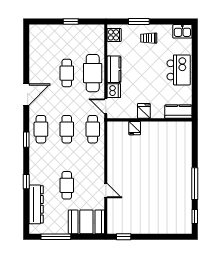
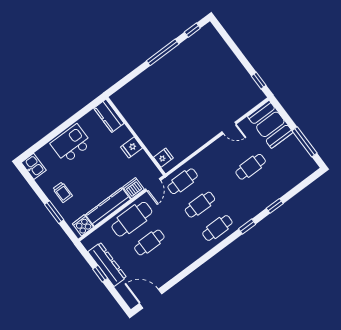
kitchen counter: (114, 69) -> (108, 207), width x1.50
door: (26, 95) -> (151, 299), moved
fridge: (135, 128) -> (163, 158), moved
window: (26, 140) -> (247, 226), moved
door: (106, 191) -> (229, 128), swing flipped
dresser: (36, 204) -> (107, 264), moved, turned 90

